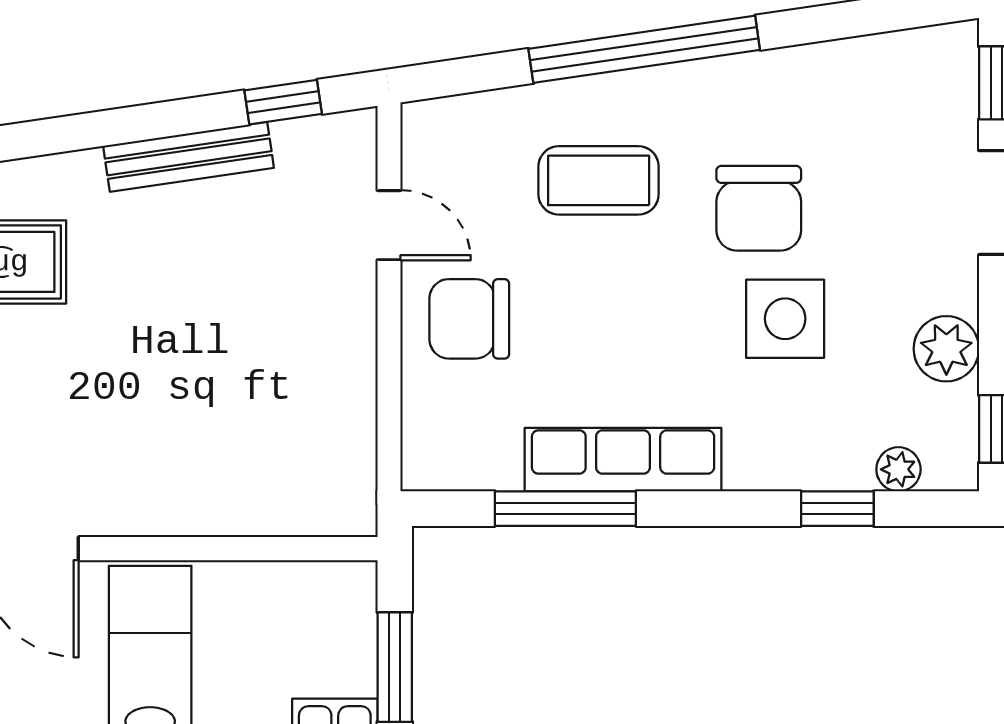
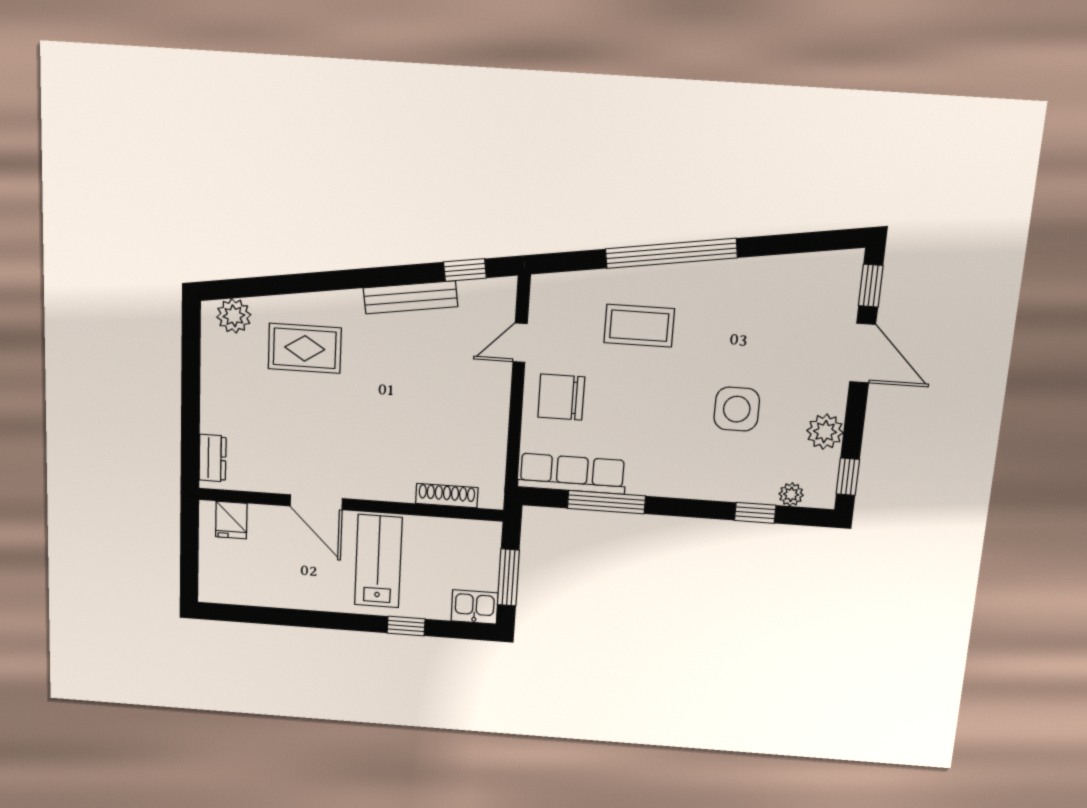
chair: (759, 208) -> (728, 347), removed
door: (389, 225) -> (520, 343), swing flipped
row of seats: (623, 460) -> (572, 474), moved
shoe rack: (272, 518) -> (447, 496), added

